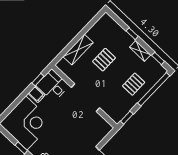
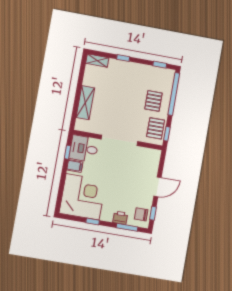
shelving: (140, 51) -> (97, 61), moved
pallet: (104, 60) -> (156, 128), moved

